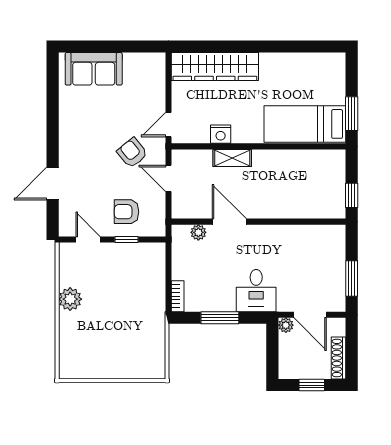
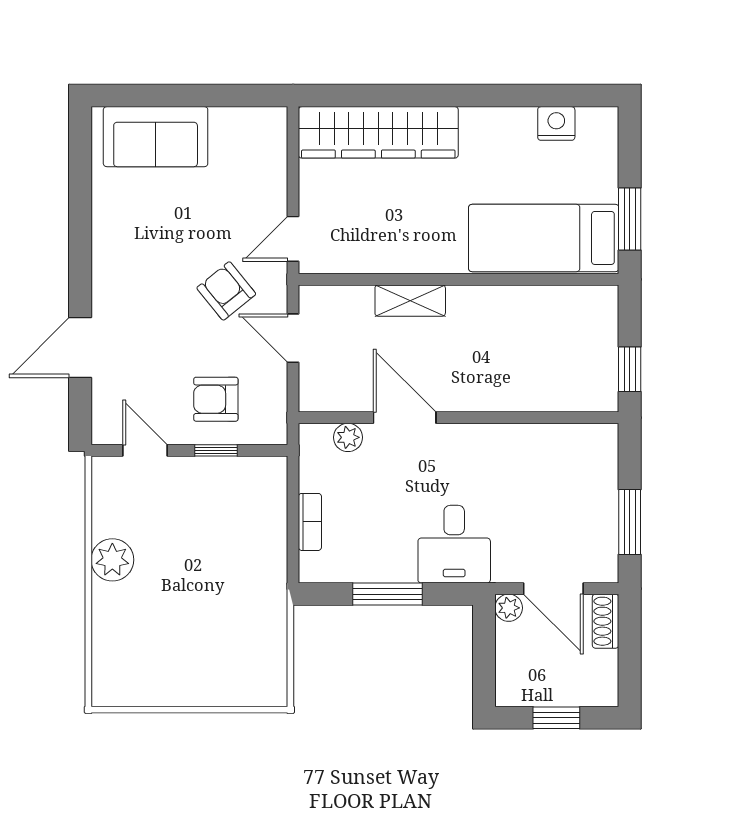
nightstand: (221, 134) -> (556, 123), moved, turned 180
bookcase: (178, 296) -> (310, 522), moved
shoe rack: (339, 358) -> (606, 621), moved, width x0.70

